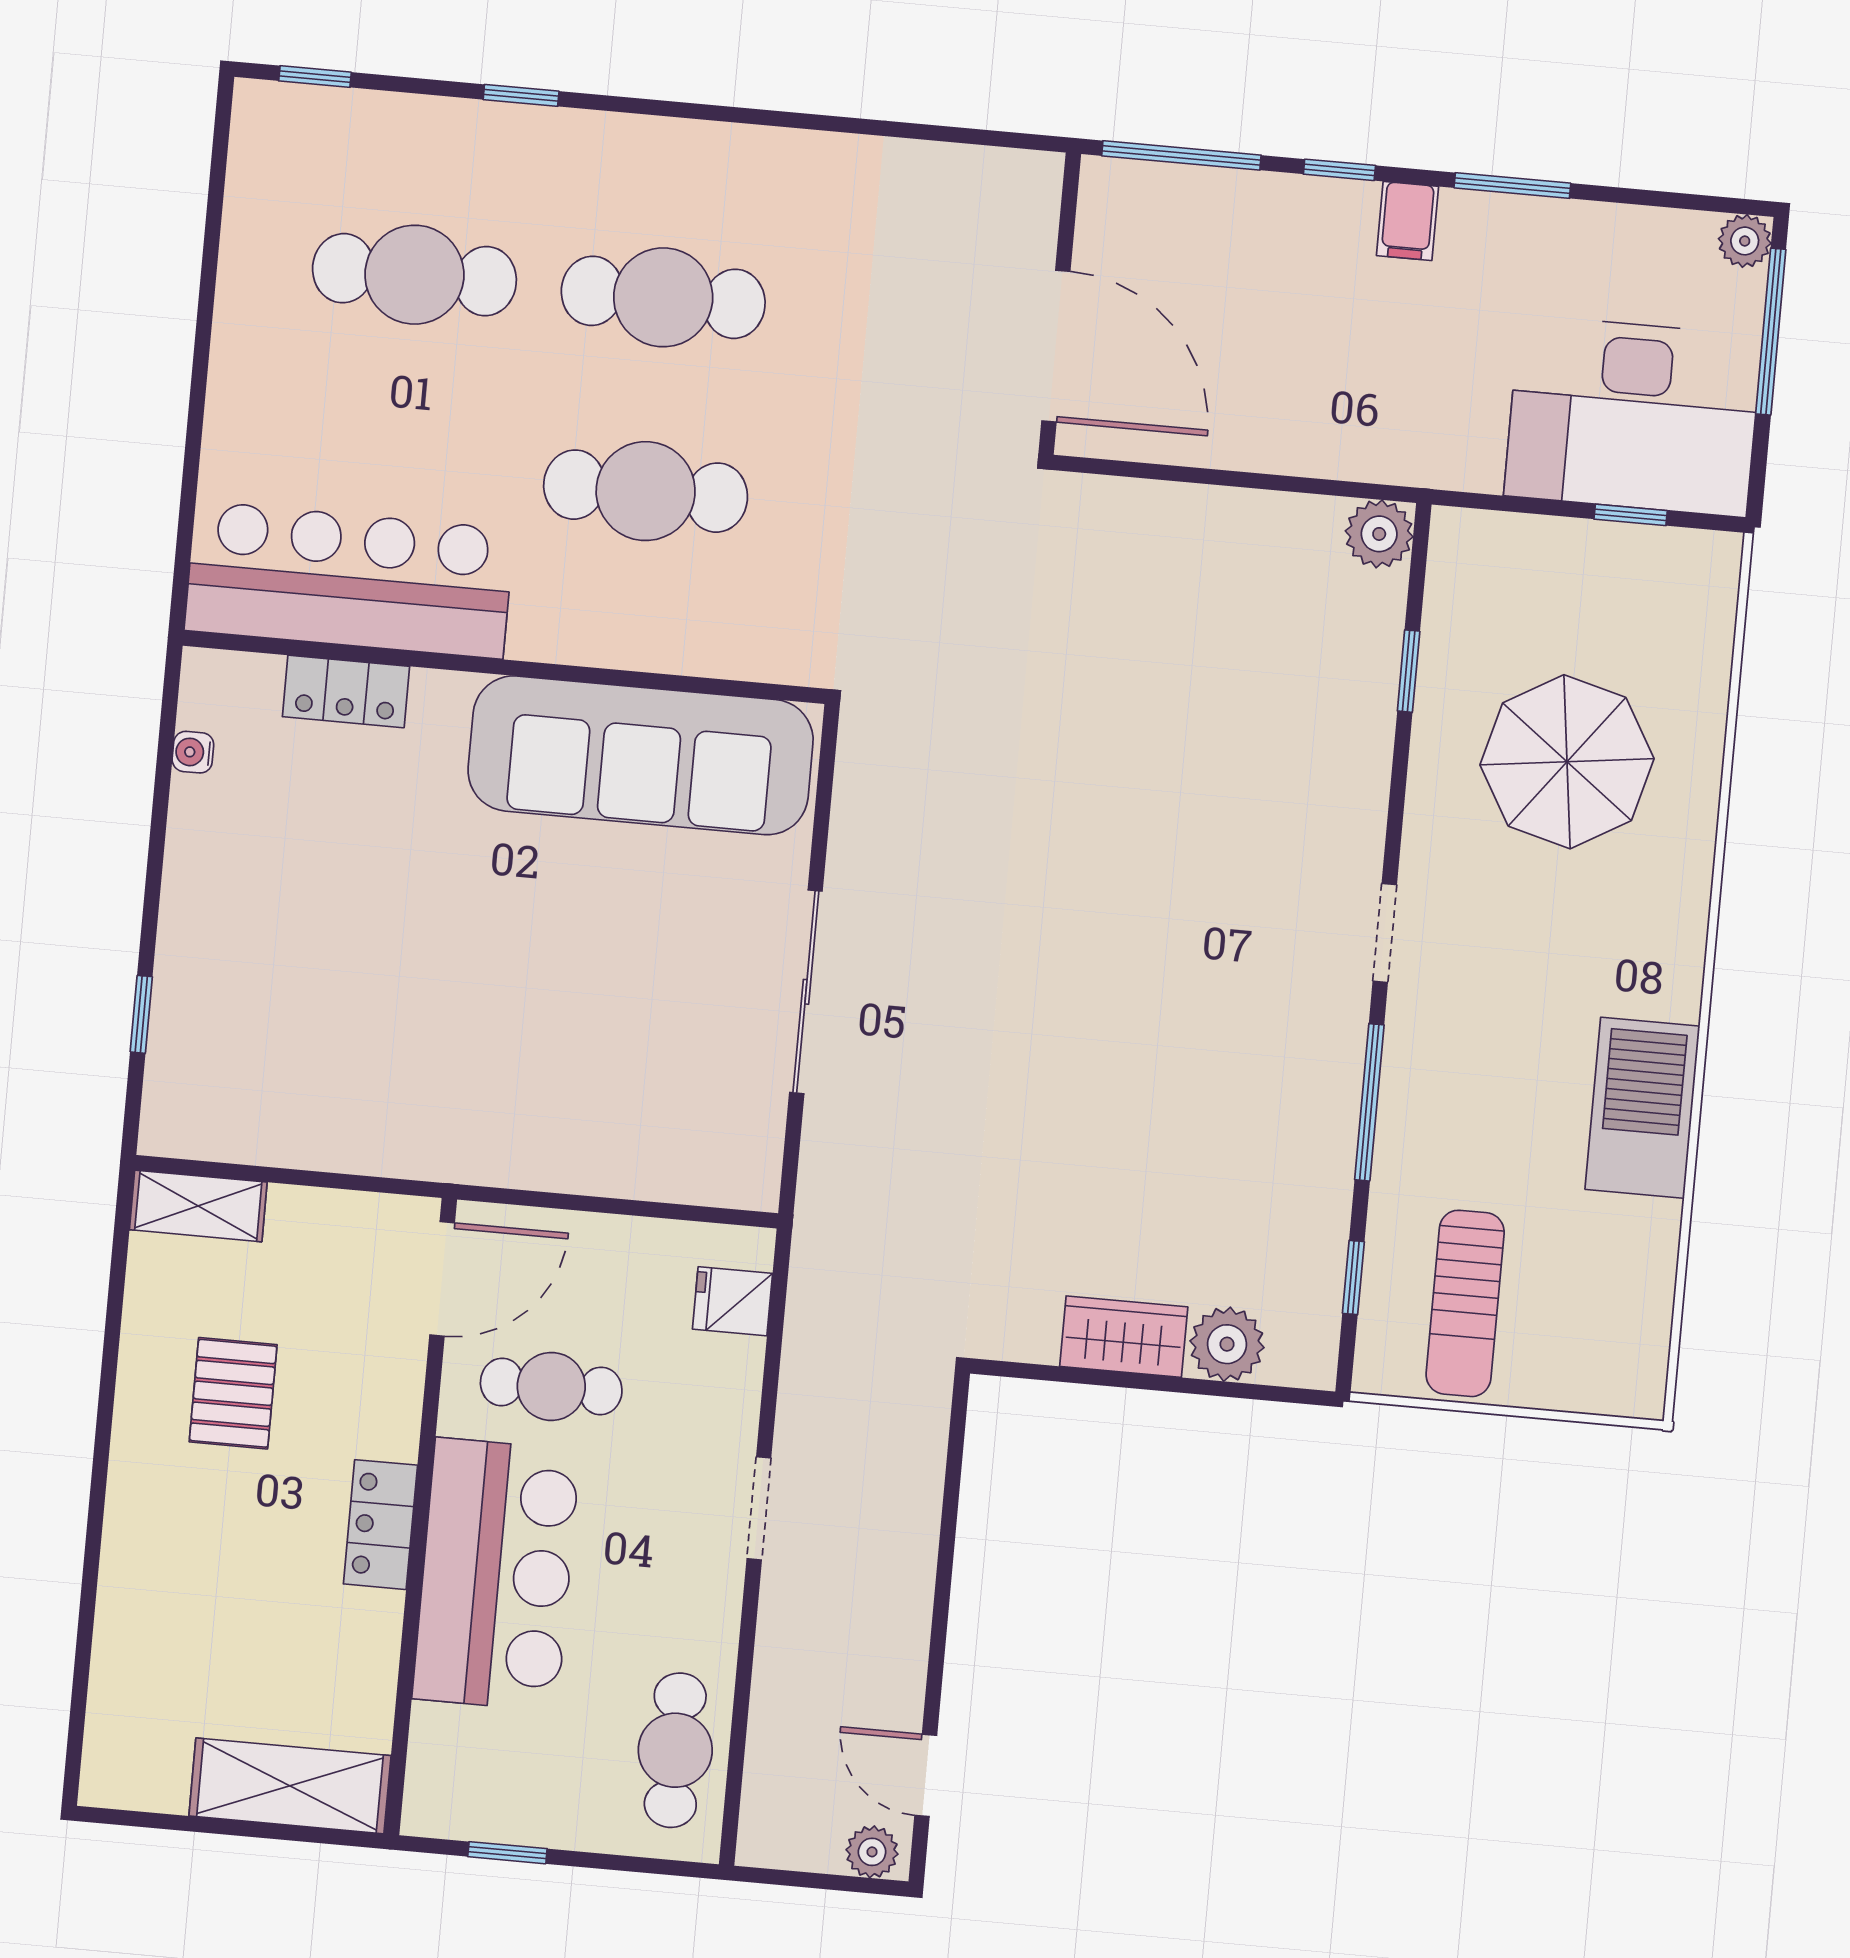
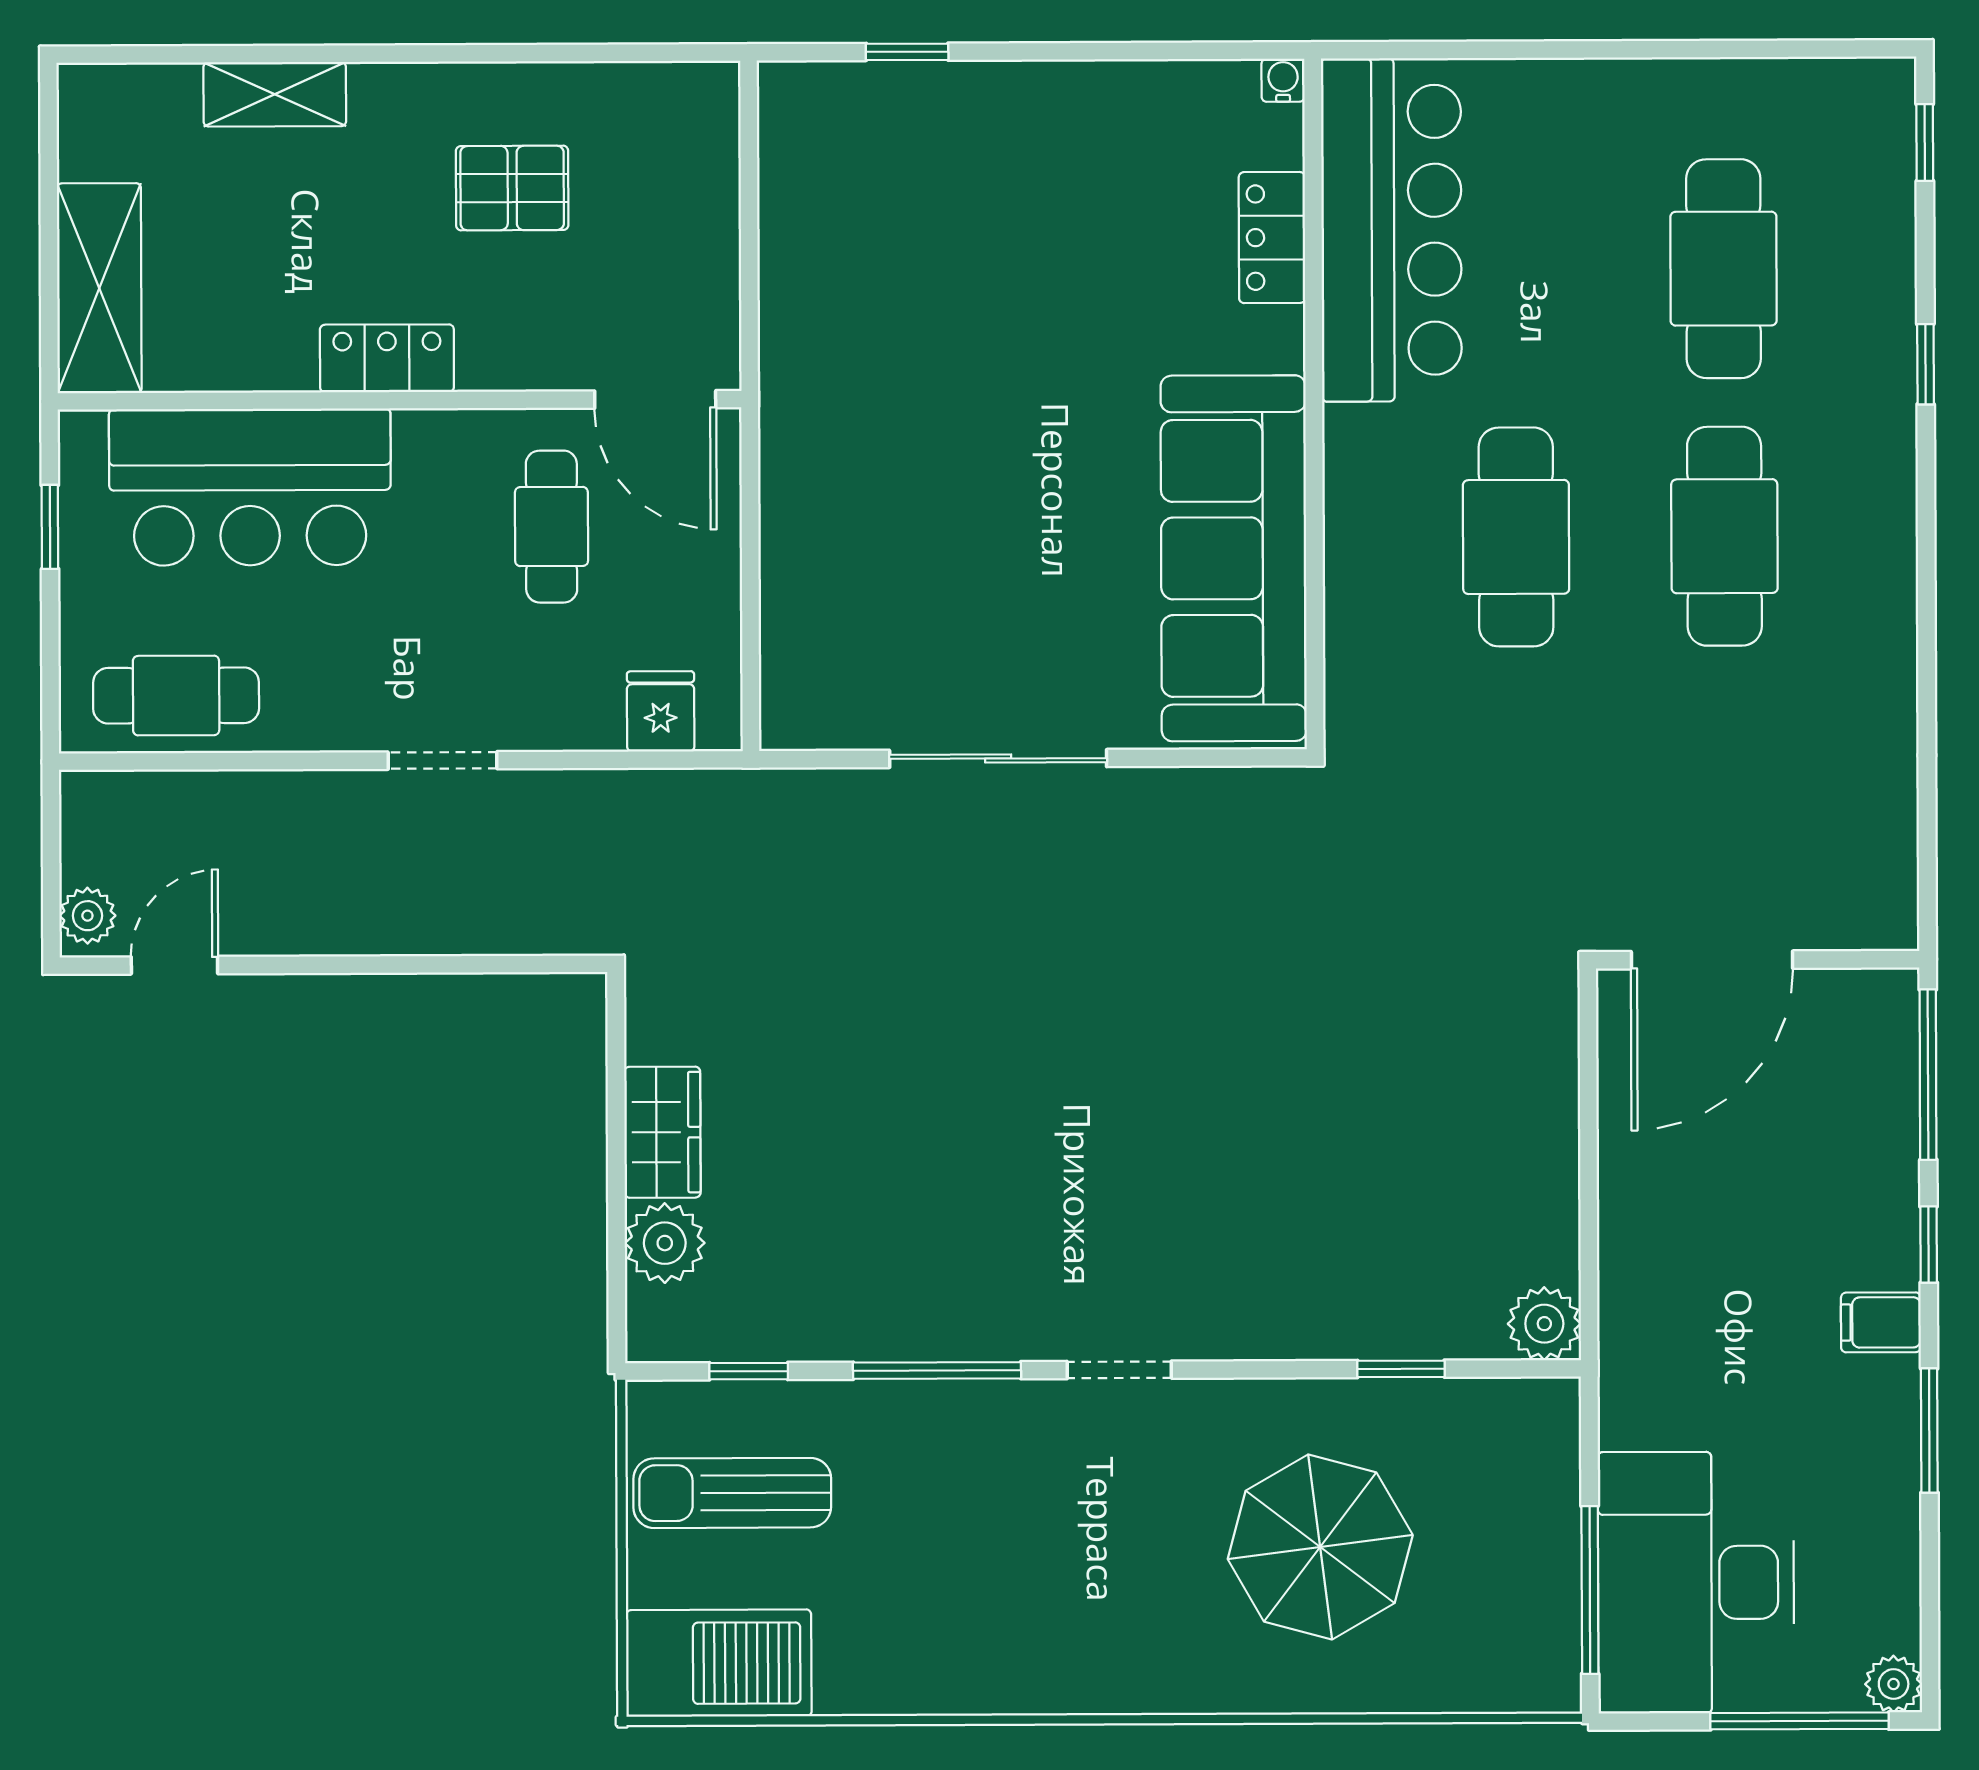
window: (1631, 515) -> (1590, 1590), width x2.17
water cooler: (193, 752) -> (1283, 80), moved
barbecue: (1642, 1108) -> (719, 1663), moved
shelving: (198, 1206) -> (275, 94), moved, turned 90
bar counter: (496, 1574) -> (250, 487), moved

